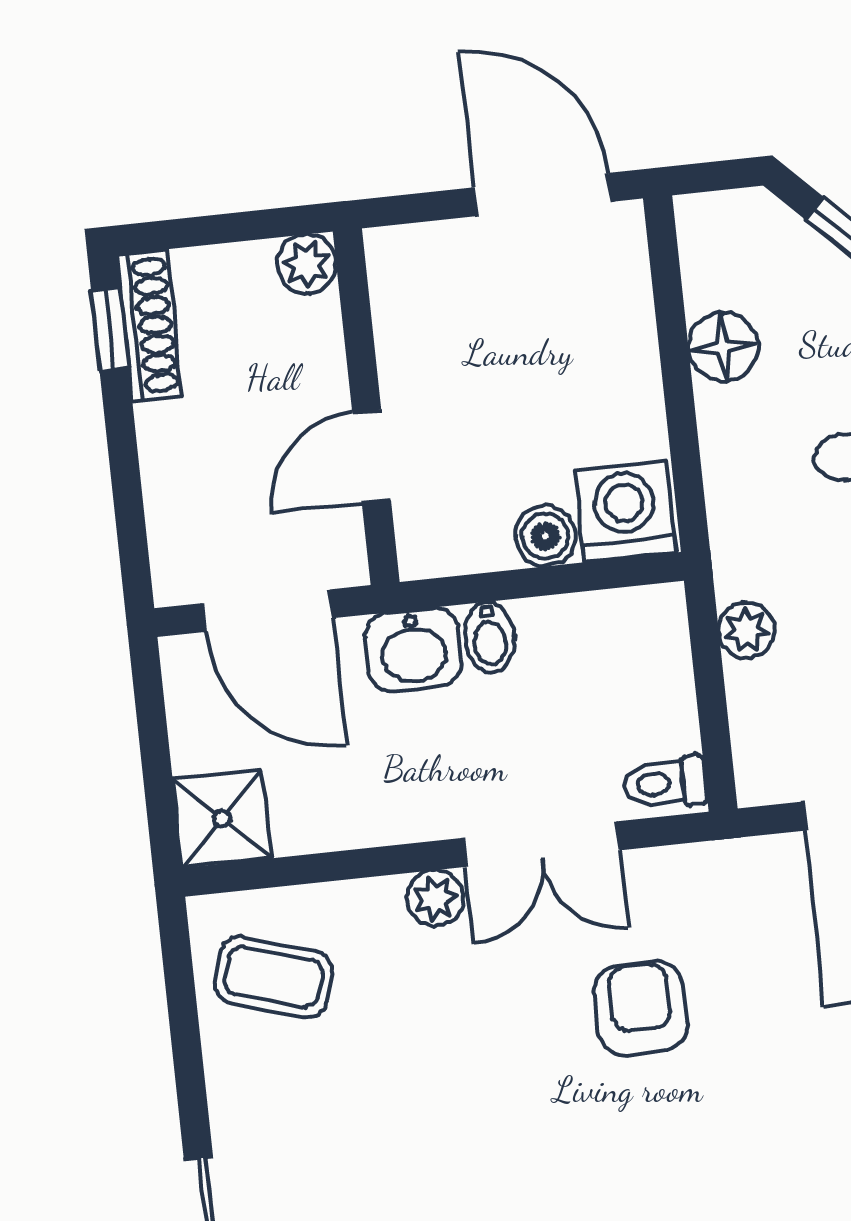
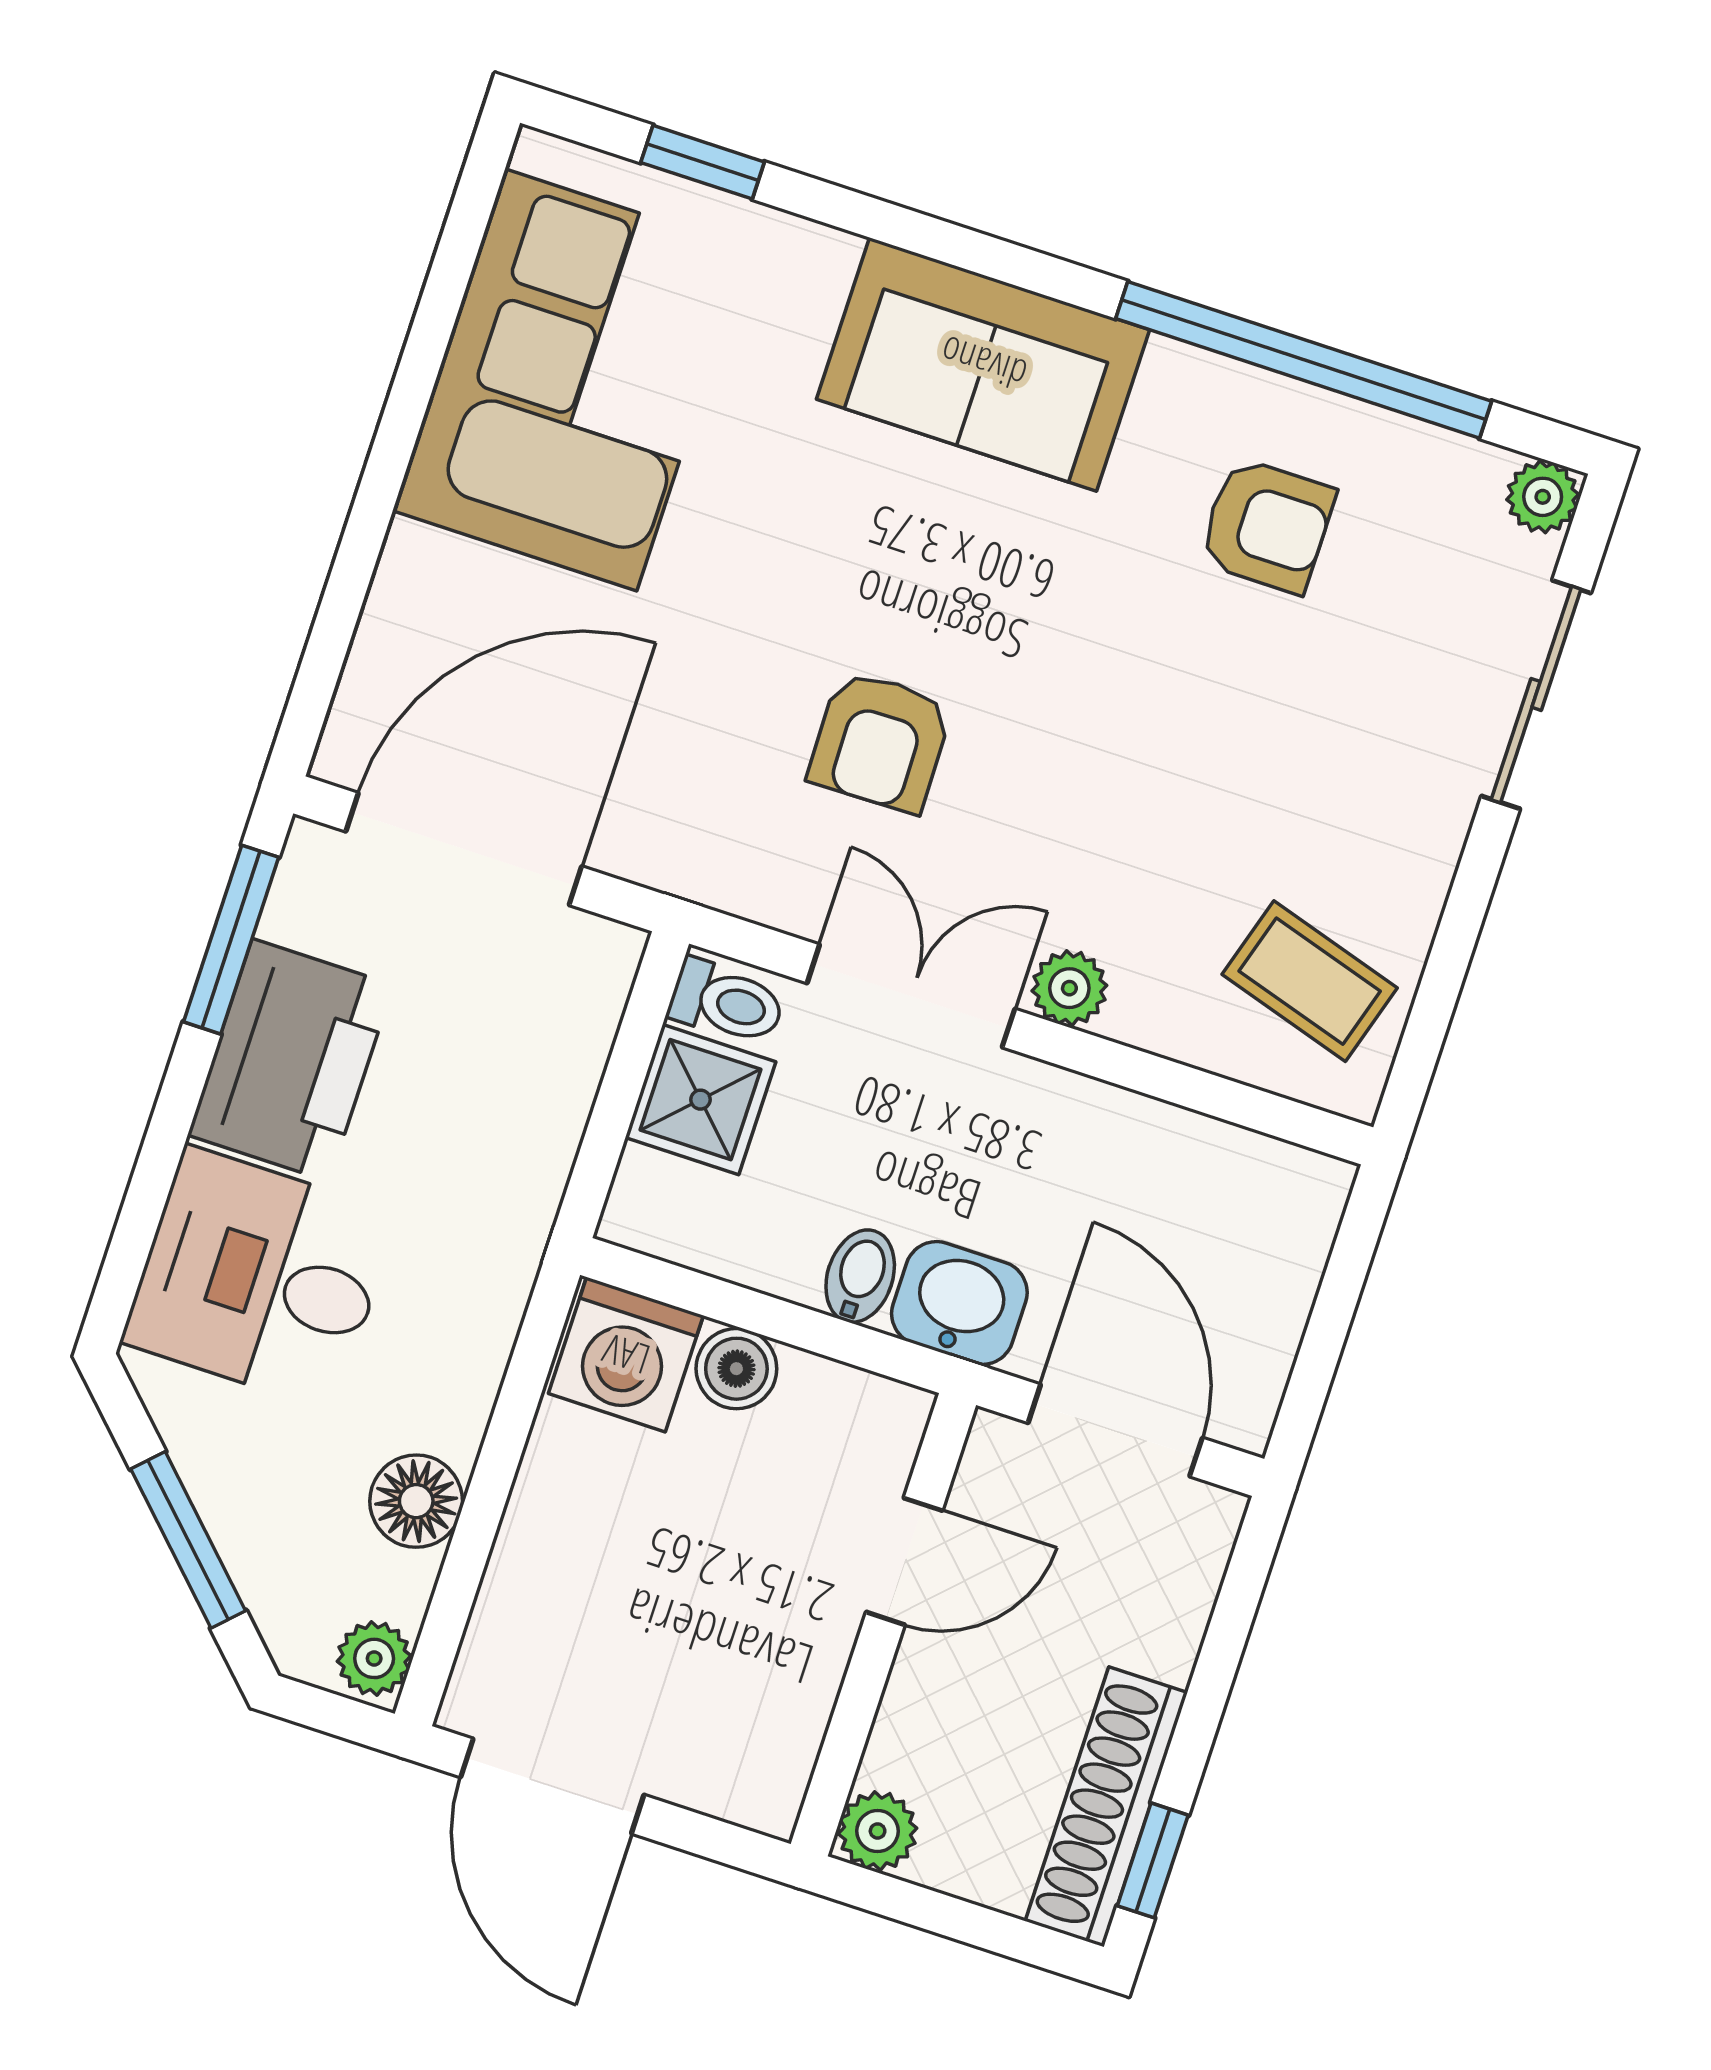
shoe rack: (149, 325) -> (1106, 1807), width x1.36, depth x1.24
plant: (746, 630) -> (374, 1658), moved
shower: (222, 819) -> (701, 1100), moved

